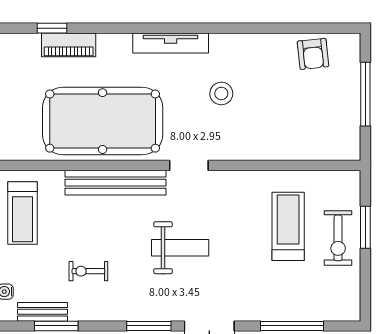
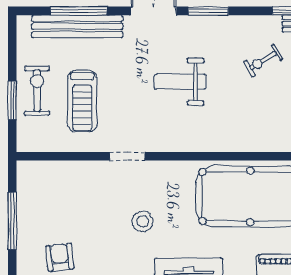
doorway: (189, 165) -> (127, 156), moved
bench: (115, 183) -> (77, 26), moved
exercise bike: (88, 271) -> (263, 61), turned 149

